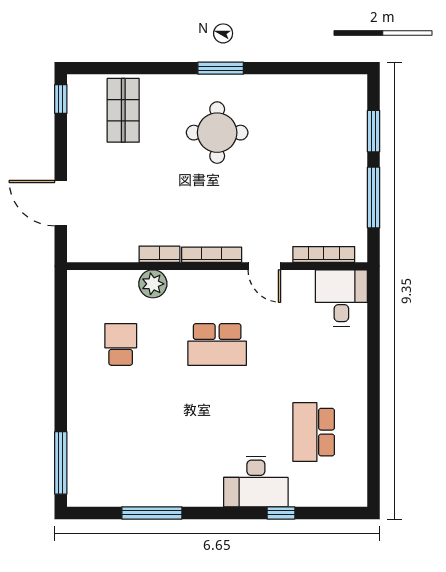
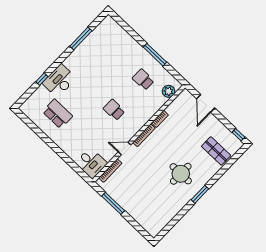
window: (374, 131) -> (134, 223), removed
door: (61, 203) -> (206, 103), swing flipped
plant: (153, 284) -> (169, 91), moved
school desk: (121, 344) -> (143, 80), turned 180
school desk: (217, 344) -> (114, 110), width x0.54
window: (61, 463) -> (155, 55), moved

